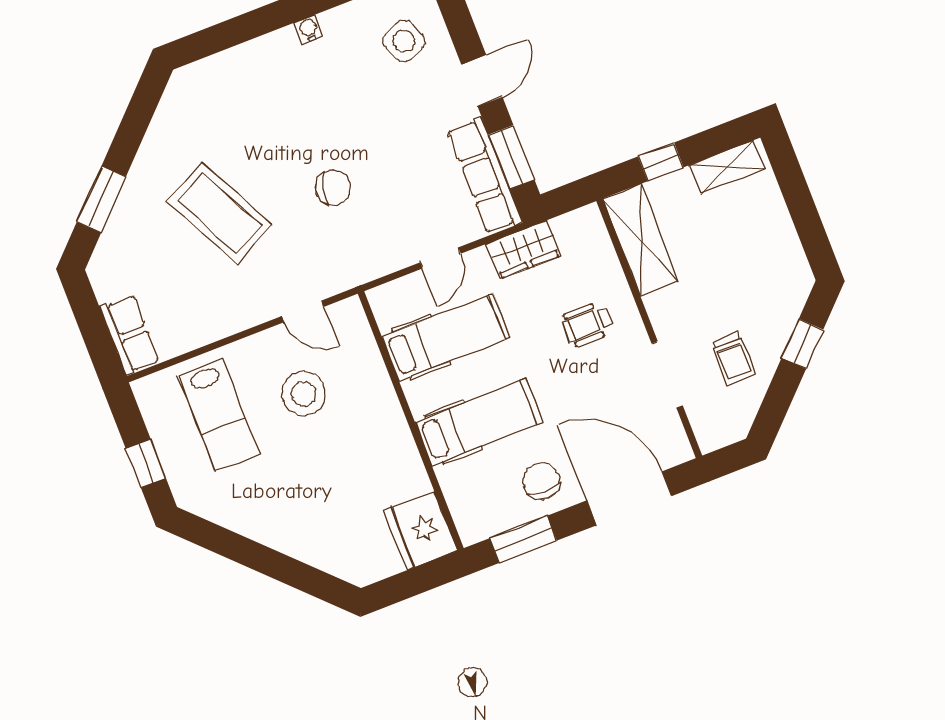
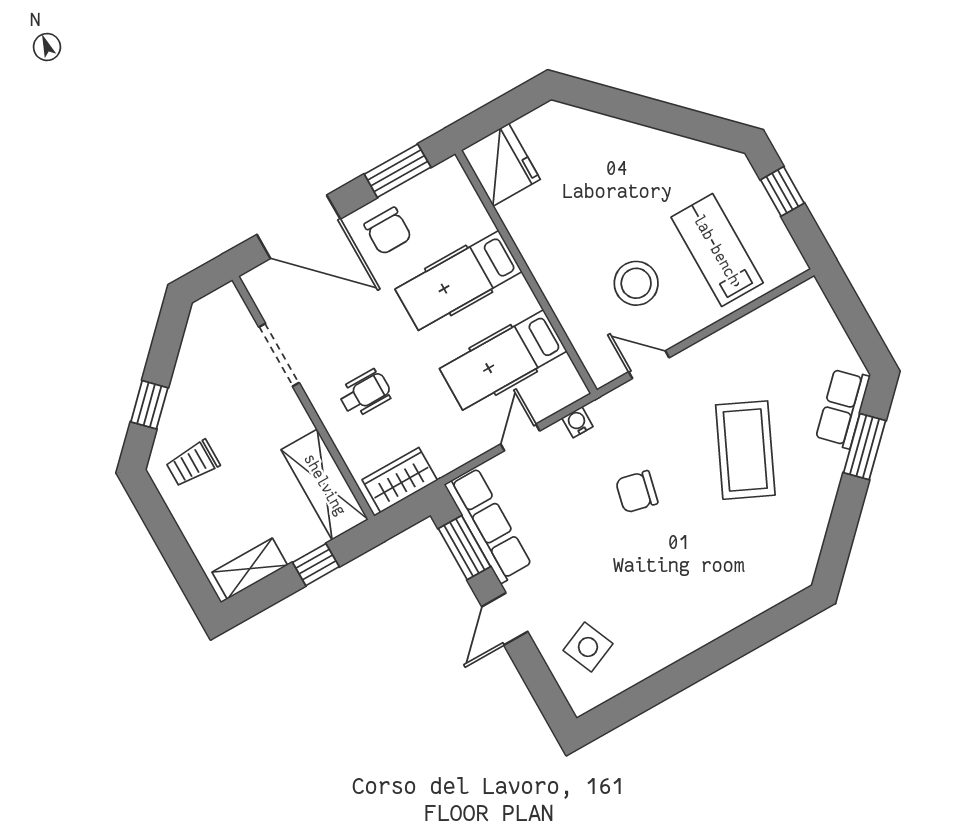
water cooler: (309, 29) -> (577, 422), moved, turned 180
coffee table: (220, 213) -> (745, 450), turned 52
wardrobe: (523, 250) -> (400, 480), moved
row of seats: (129, 334) -> (843, 408), moved, turned 45
trolley: (733, 359) -> (193, 463), moved, turned -90

